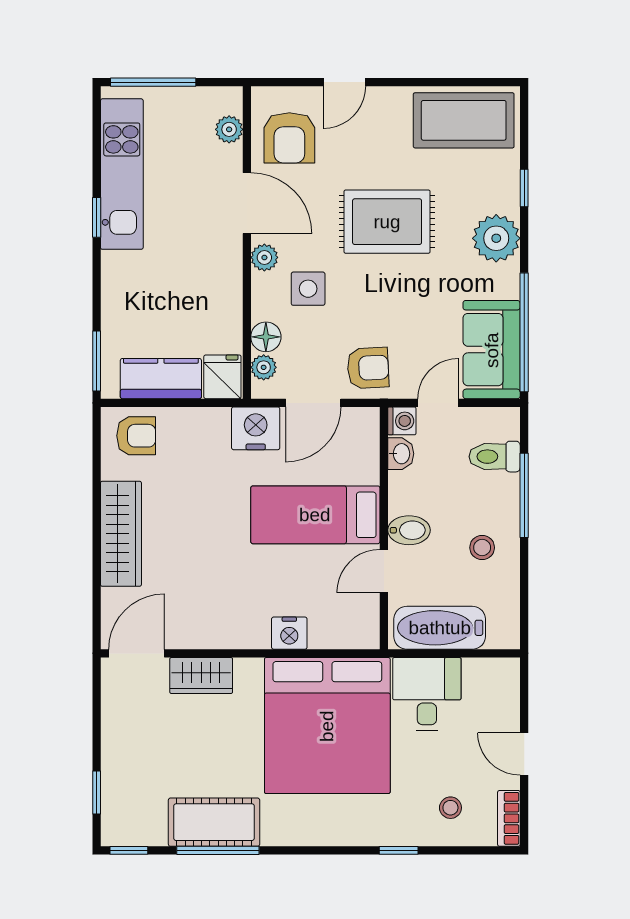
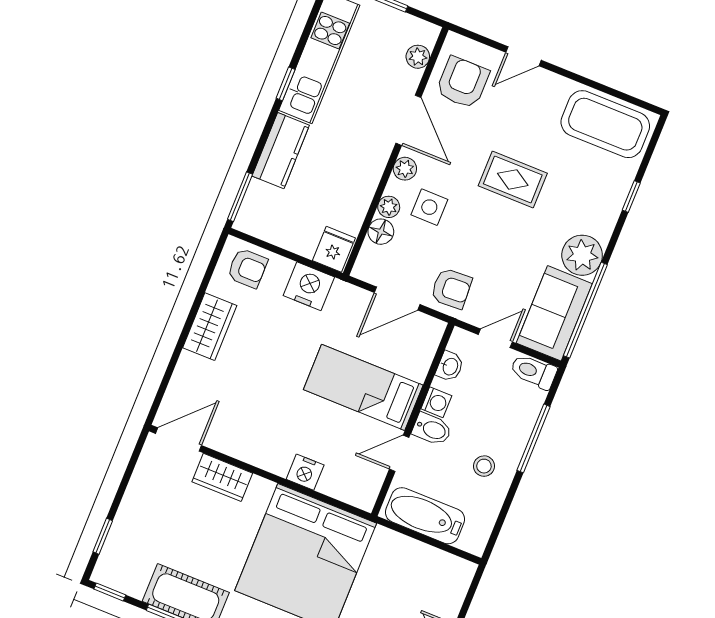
armchair: (289, 138) -> (463, 82), turned 180
rug: (387, 222) -> (513, 179), width x0.73, depth x0.70
plant: (496, 238) -> (582, 255), moved
plant: (264, 367) -> (389, 207), moved
kitchen counter: (161, 379) -> (281, 151), moved, turned 90
washing machine: (402, 421) -> (436, 402), moved
nightstand: (256, 428) -> (309, 286), moved
toilet: (495, 457) -> (534, 372), moved
wardrobe: (121, 534) -> (210, 327), width x0.67
desk: (427, 694) -> (394, 564), removed

